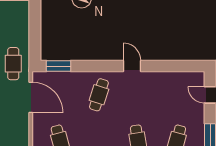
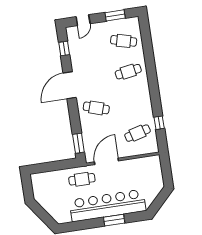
door: (132, 66) -> (70, 85), width x1.87
window: (179, 66) -> (64, 49), added

